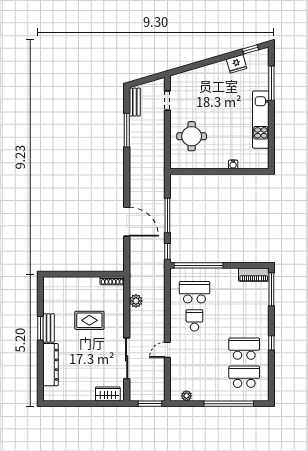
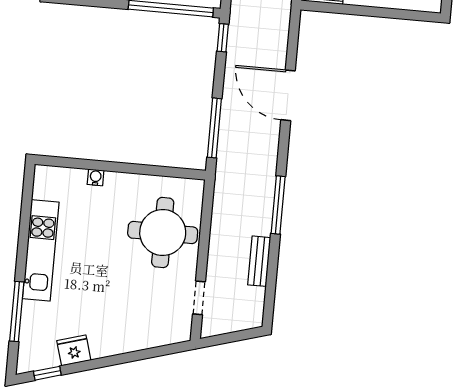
bench: (135, 102) -> (259, 261), moved
window: (127, 130) -> (278, 205), moved
round table: (192, 136) -> (163, 233), width x1.36, depth x1.36
window: (167, 215) -> (214, 128), moved

